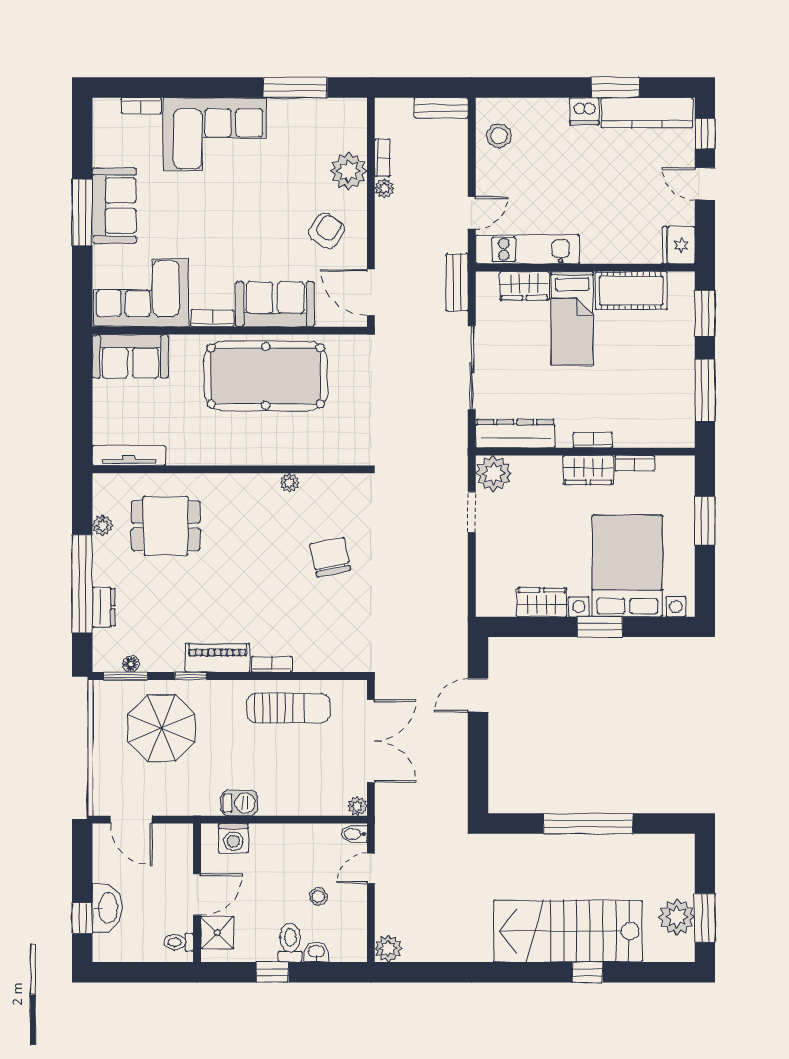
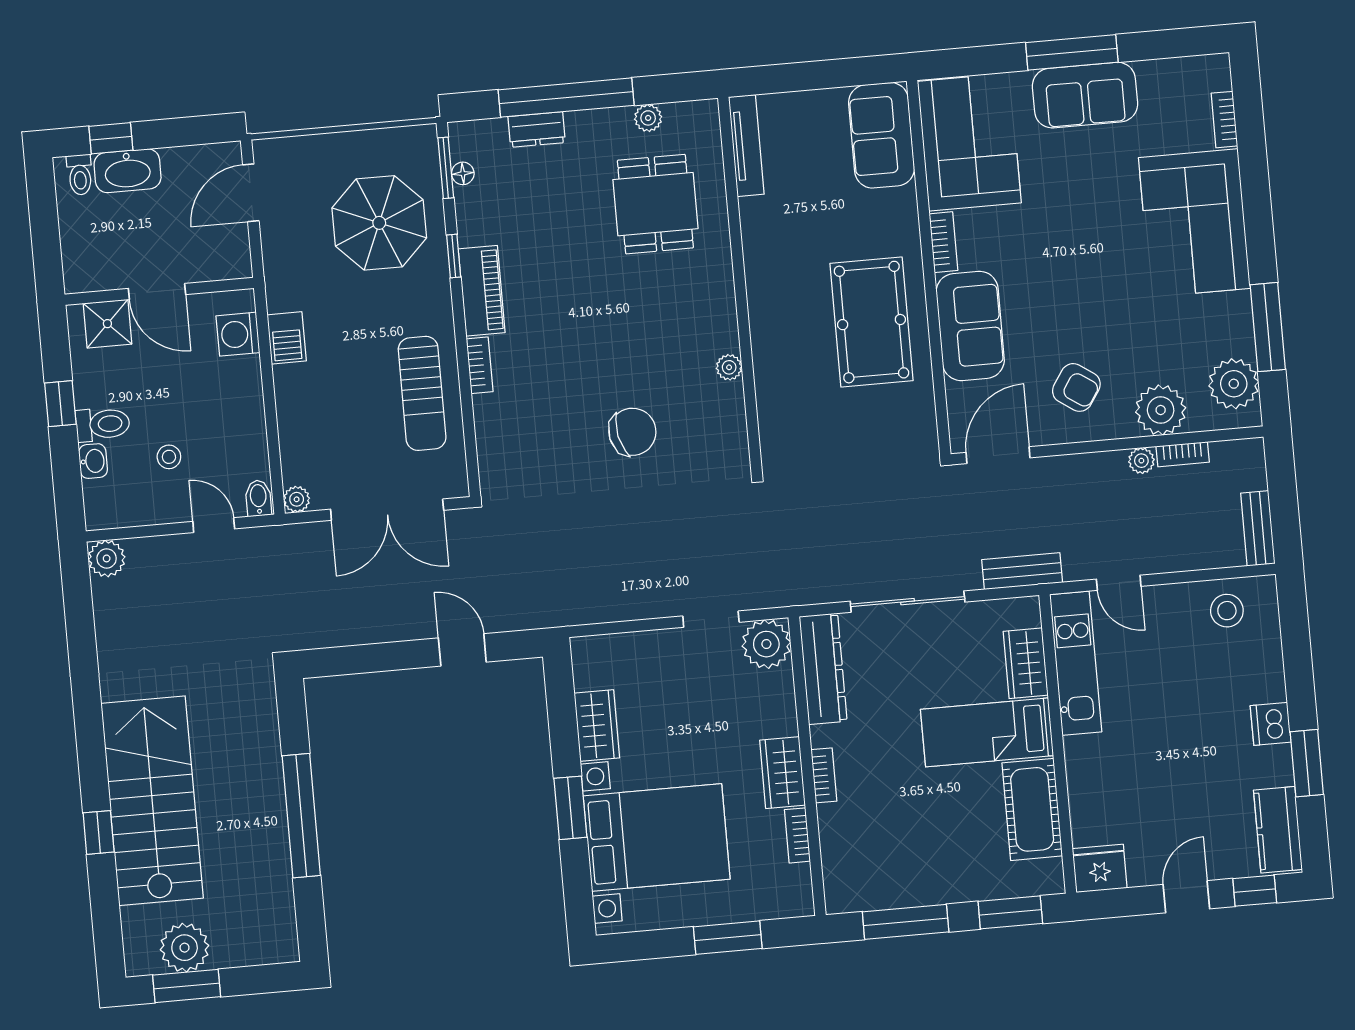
kitchen counter: (647, 113) -> (1278, 830), width x0.67
plant: (334, 116) -> (1234, 384), added
pool table: (266, 376) -> (871, 322), width x0.73, depth x0.76
toilet: (179, 942) -> (80, 175), moved, turned 180

